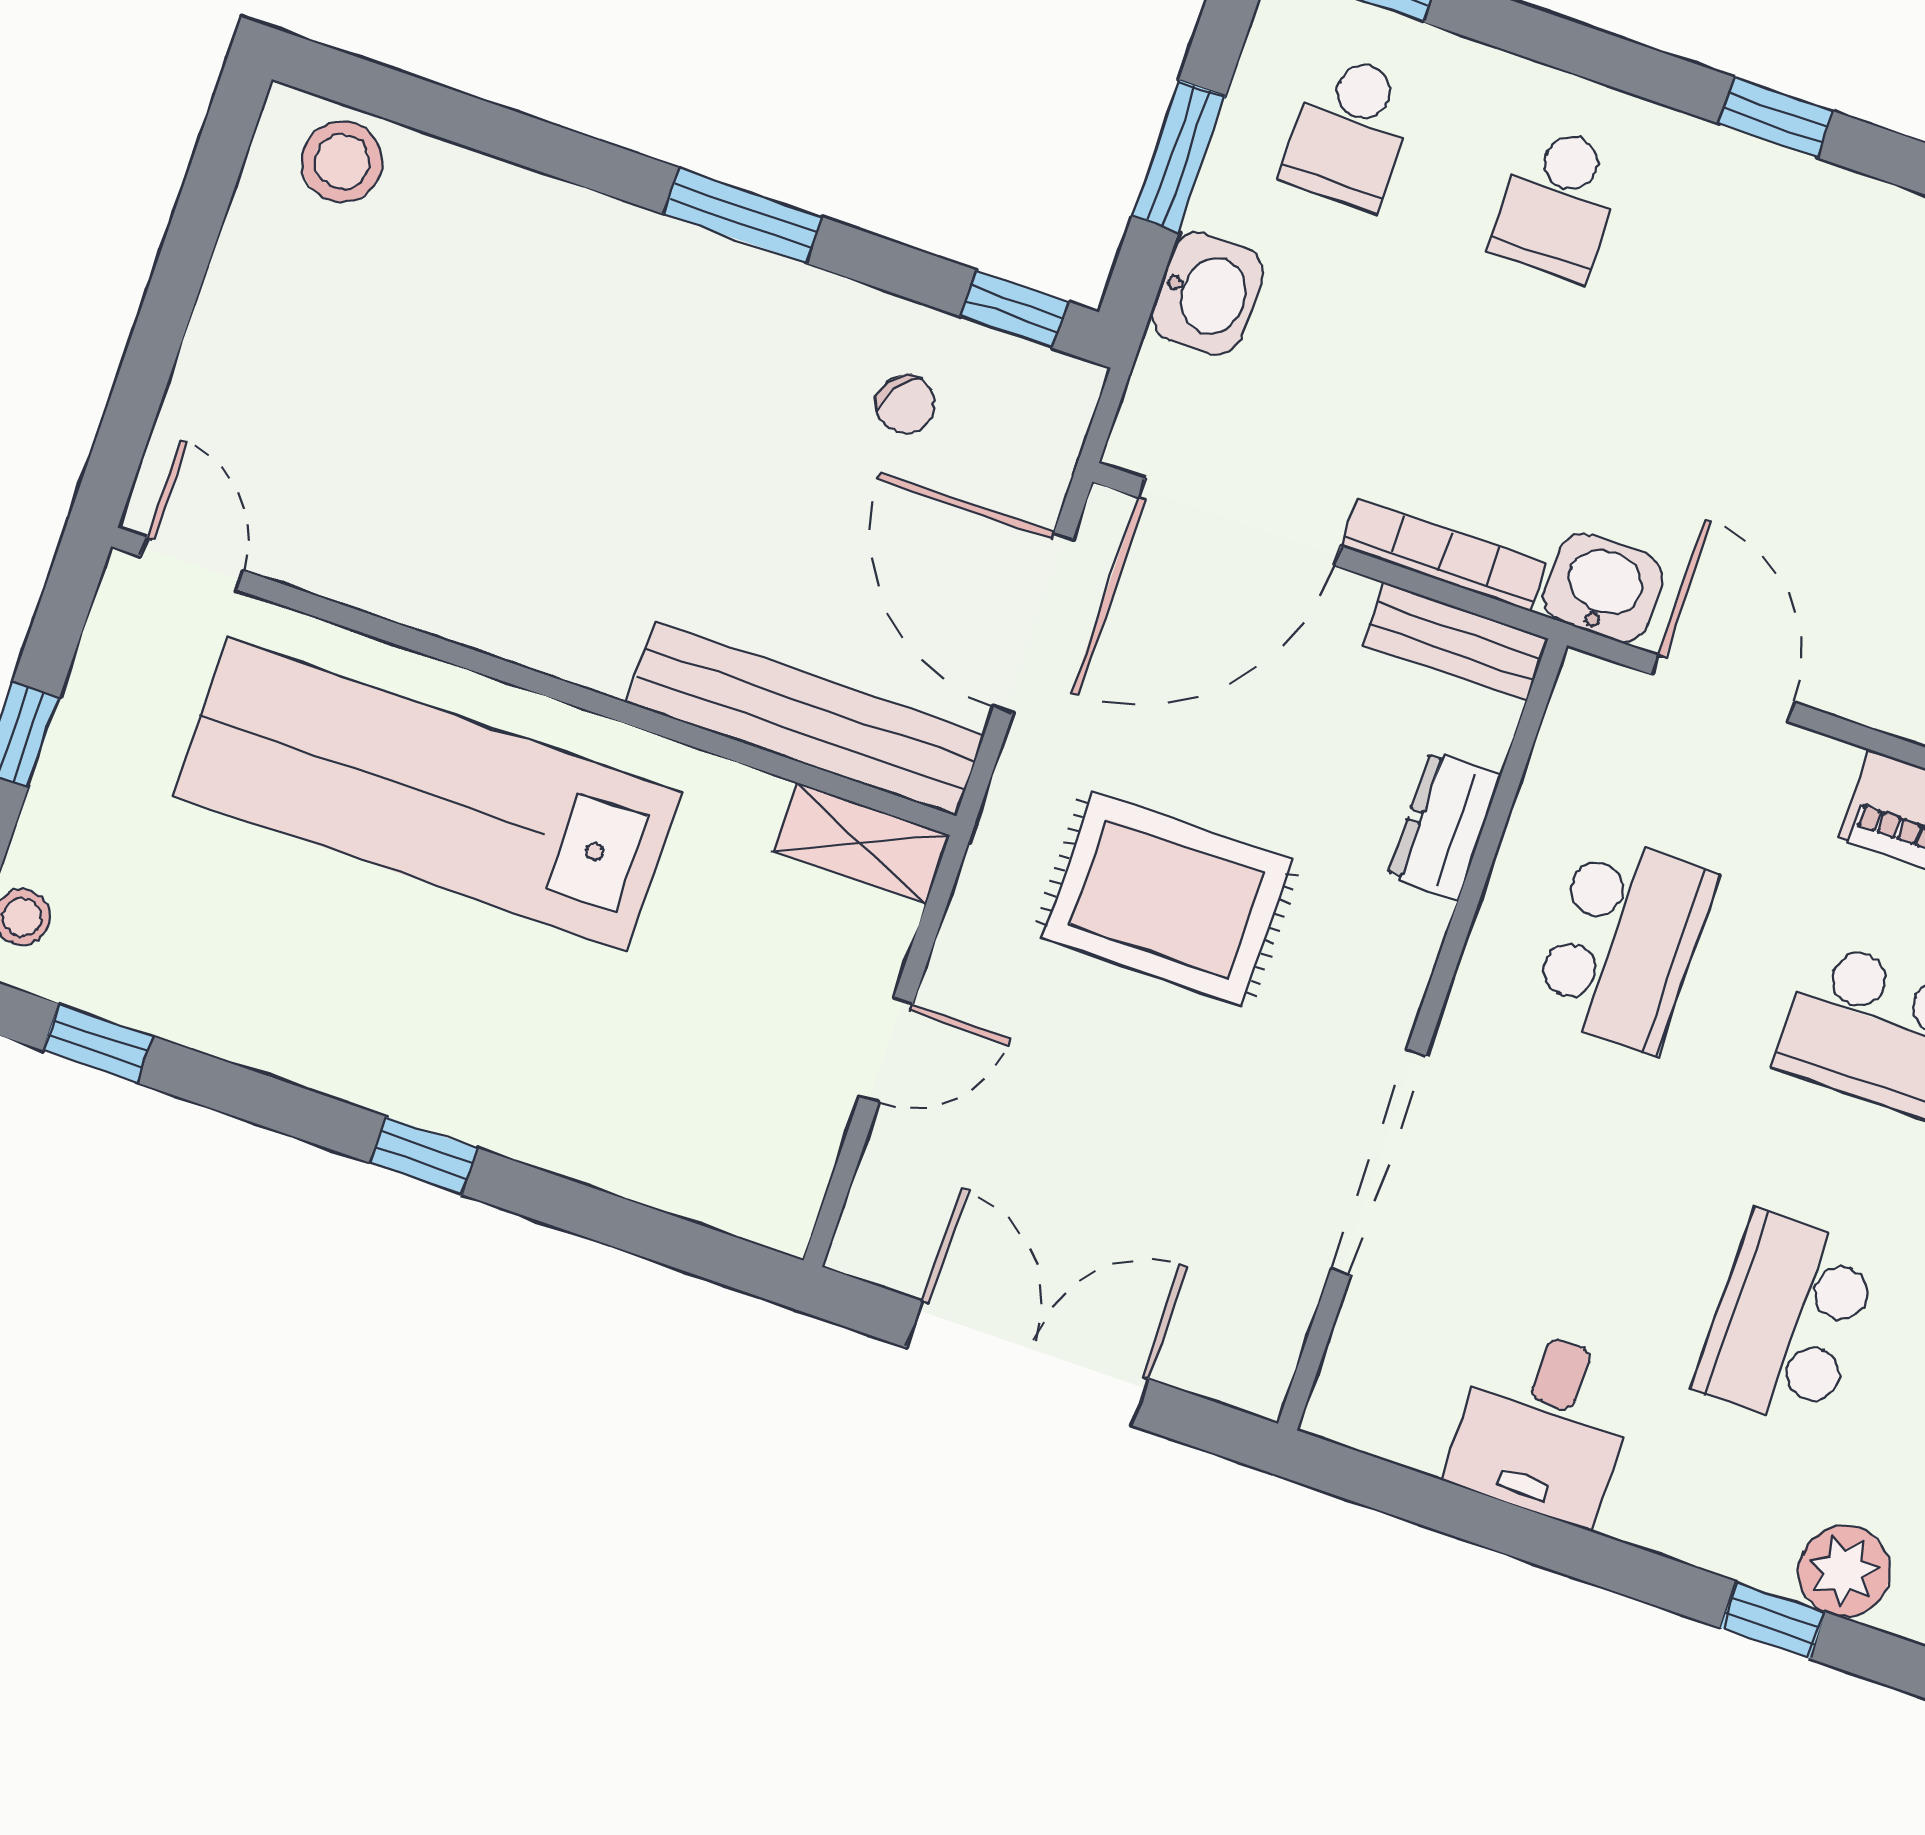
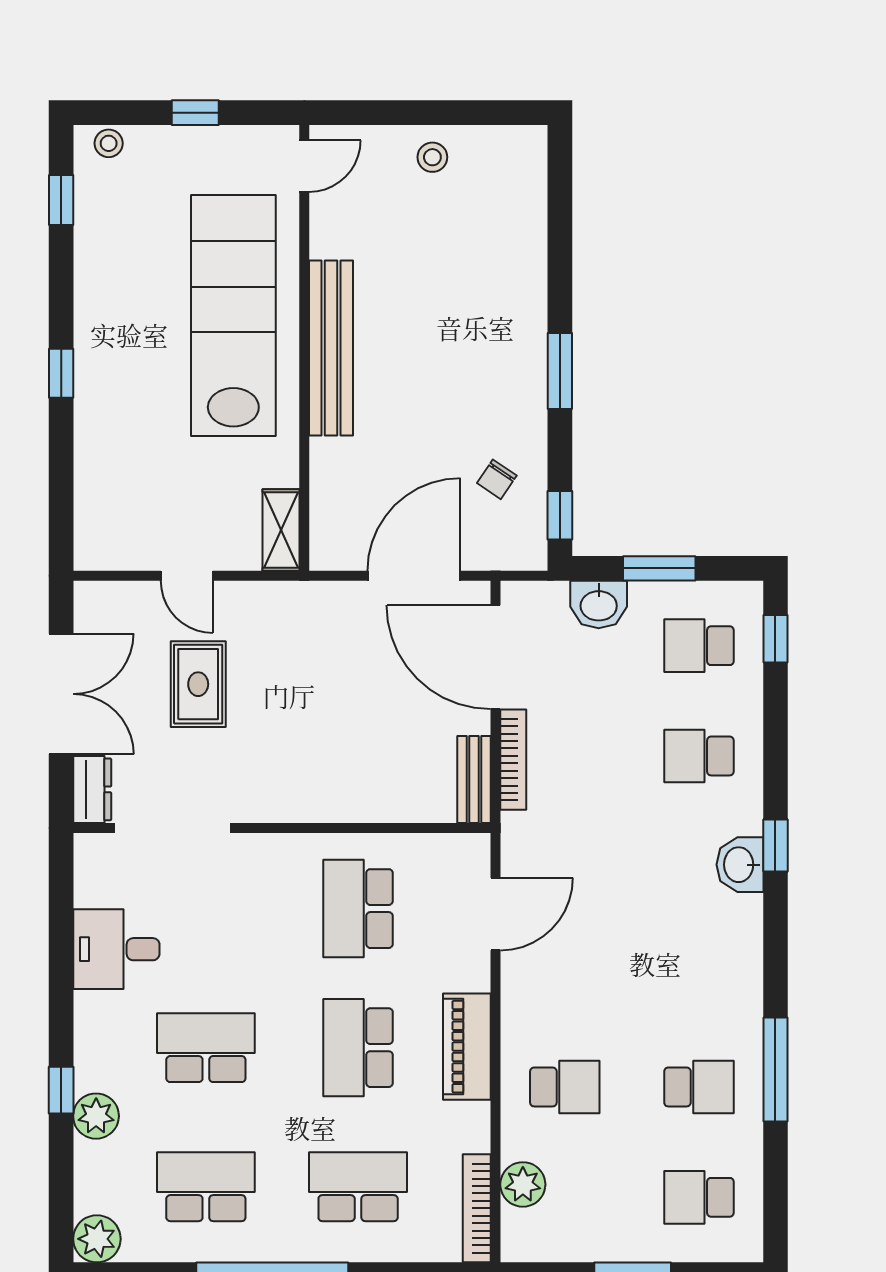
stool: (342, 162) -> (432, 157), moved, width x0.73, depth x0.73
washbasin: (1603, 588) -> (740, 865), moved, turned 180
bench: (806, 719) -> (331, 348), moved
dresser: (1444, 825) -> (92, 789), moved, turned 90
rug: (1167, 899) -> (198, 684), moved, width x0.73, depth x0.70
school desk: (1624, 944) -> (358, 909), turned 90
doorway: (1379, 1162) -> (172, 828), moved

